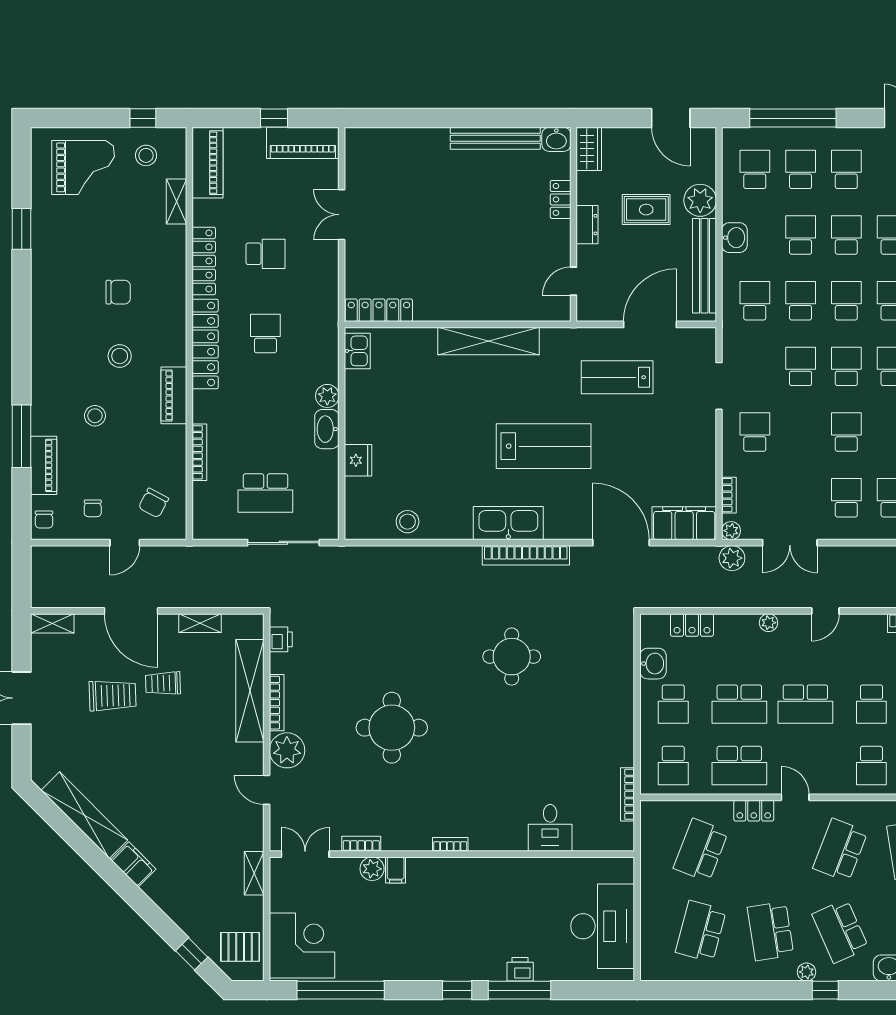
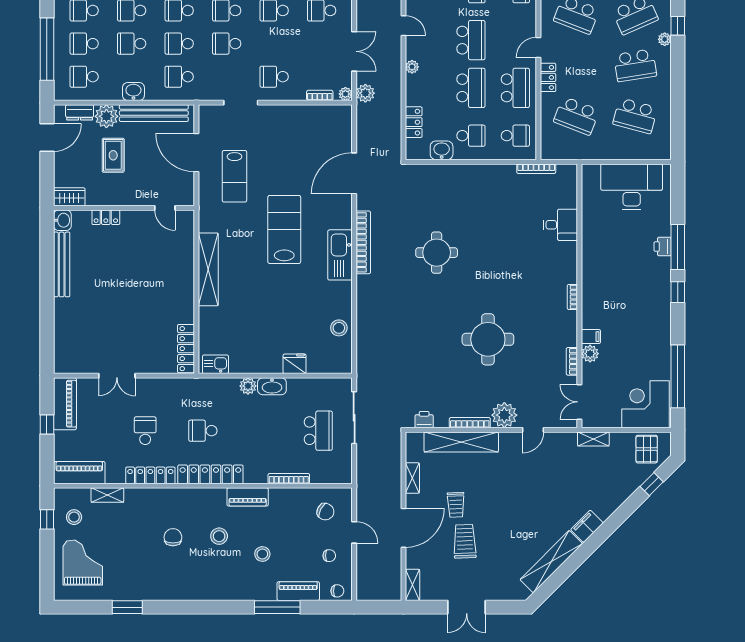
dresser: (587, 225) -> (80, 112), moved, turned 180
filing cabinet: (684, 523) -> (340, 128), removed

